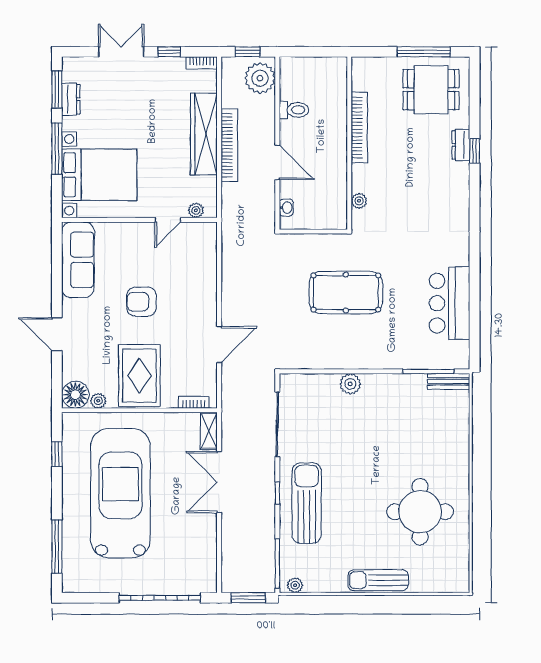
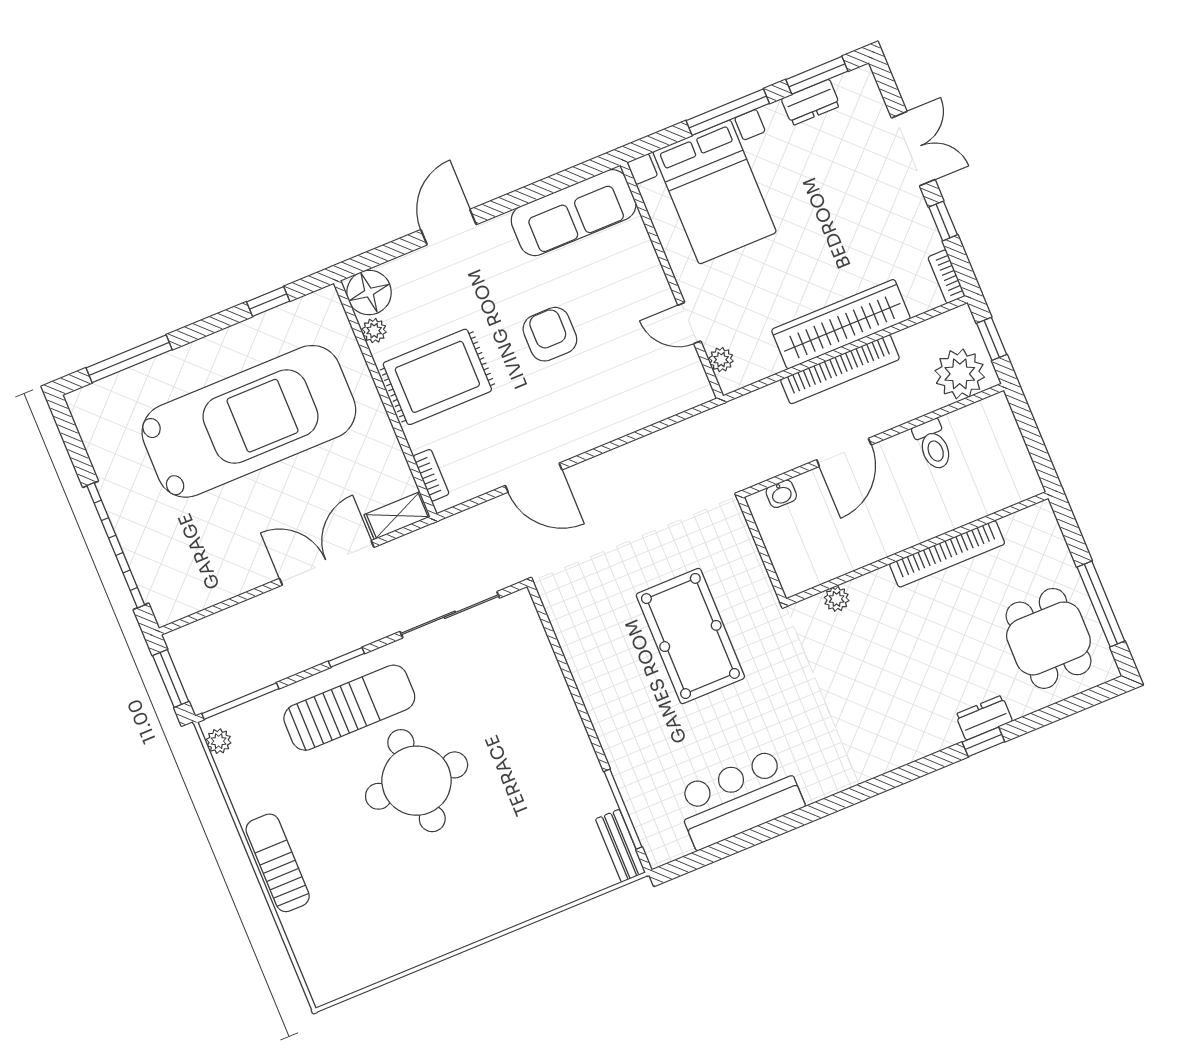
plant: (350, 384) -> (556, 699), removed
round table: (420, 512) -> (417, 781), moved

